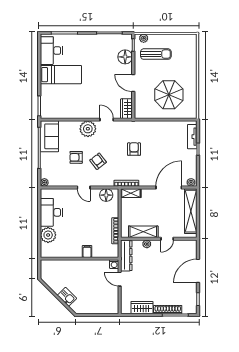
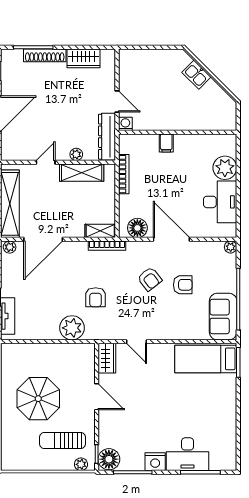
nightstand: (94, 40) -> (155, 462), added
desk: (51, 51) -> (188, 454), moved, turned 90
floor lamp: (125, 57) -> (109, 459), moved
bed: (61, 75) -> (206, 359), moved
parasol: (169, 95) -> (38, 399), moved
plant: (88, 129) -> (72, 328), moved
door: (84, 188) -> (171, 239), width x1.88

